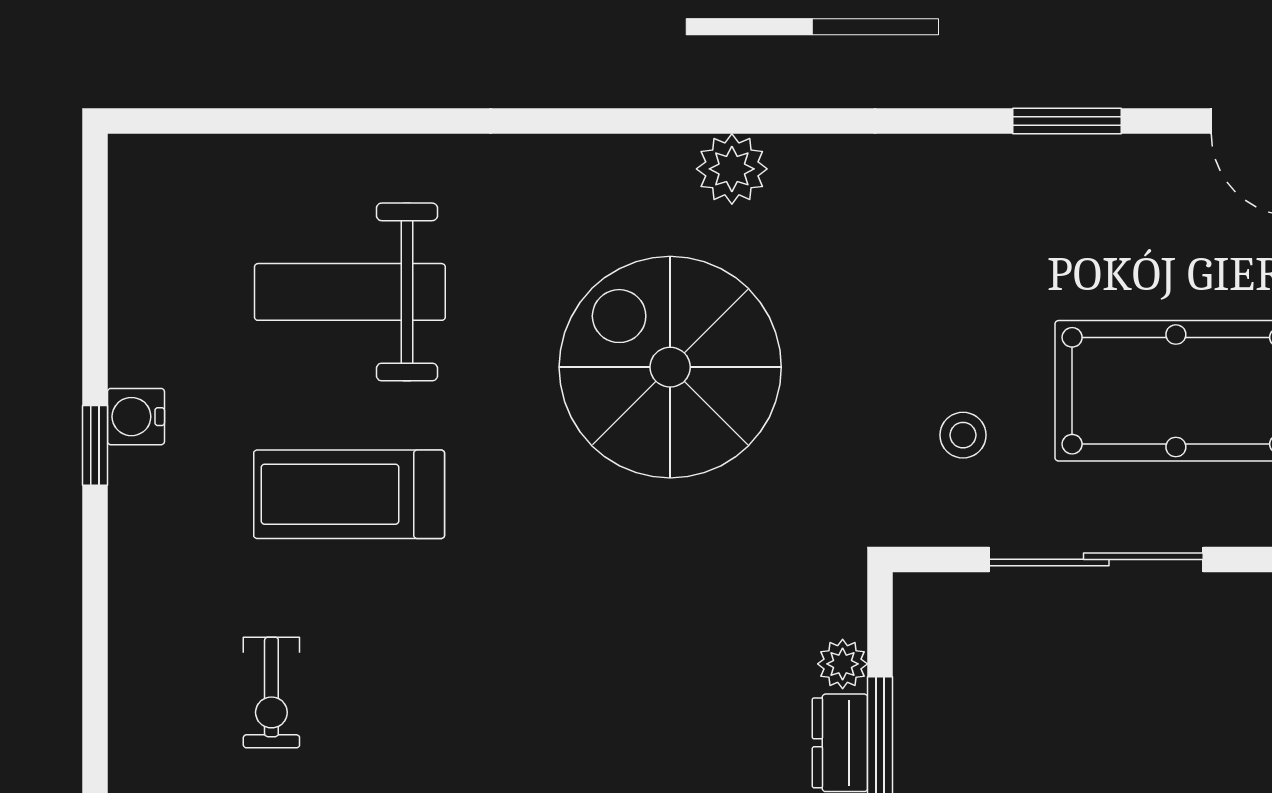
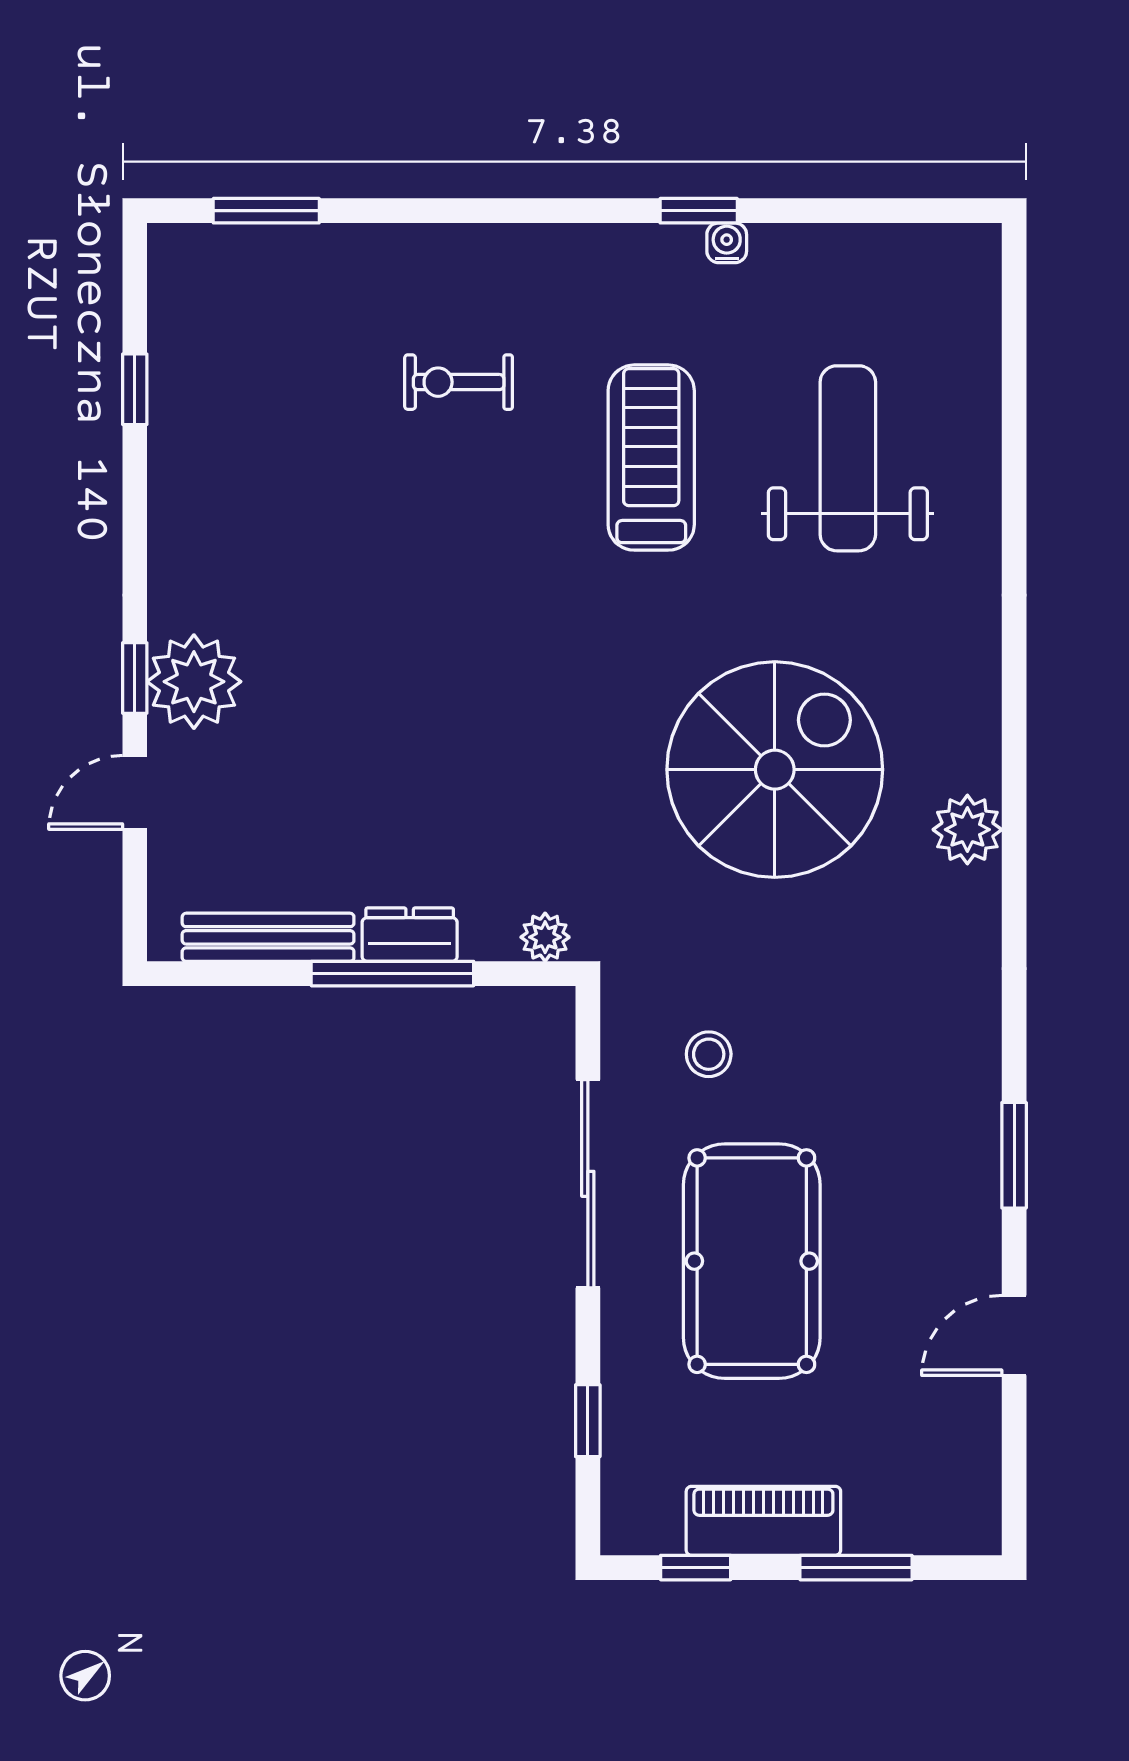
water cooler: (136, 417) -> (727, 243), width x0.72, depth x0.72
plant: (843, 664) -> (545, 937), moved

